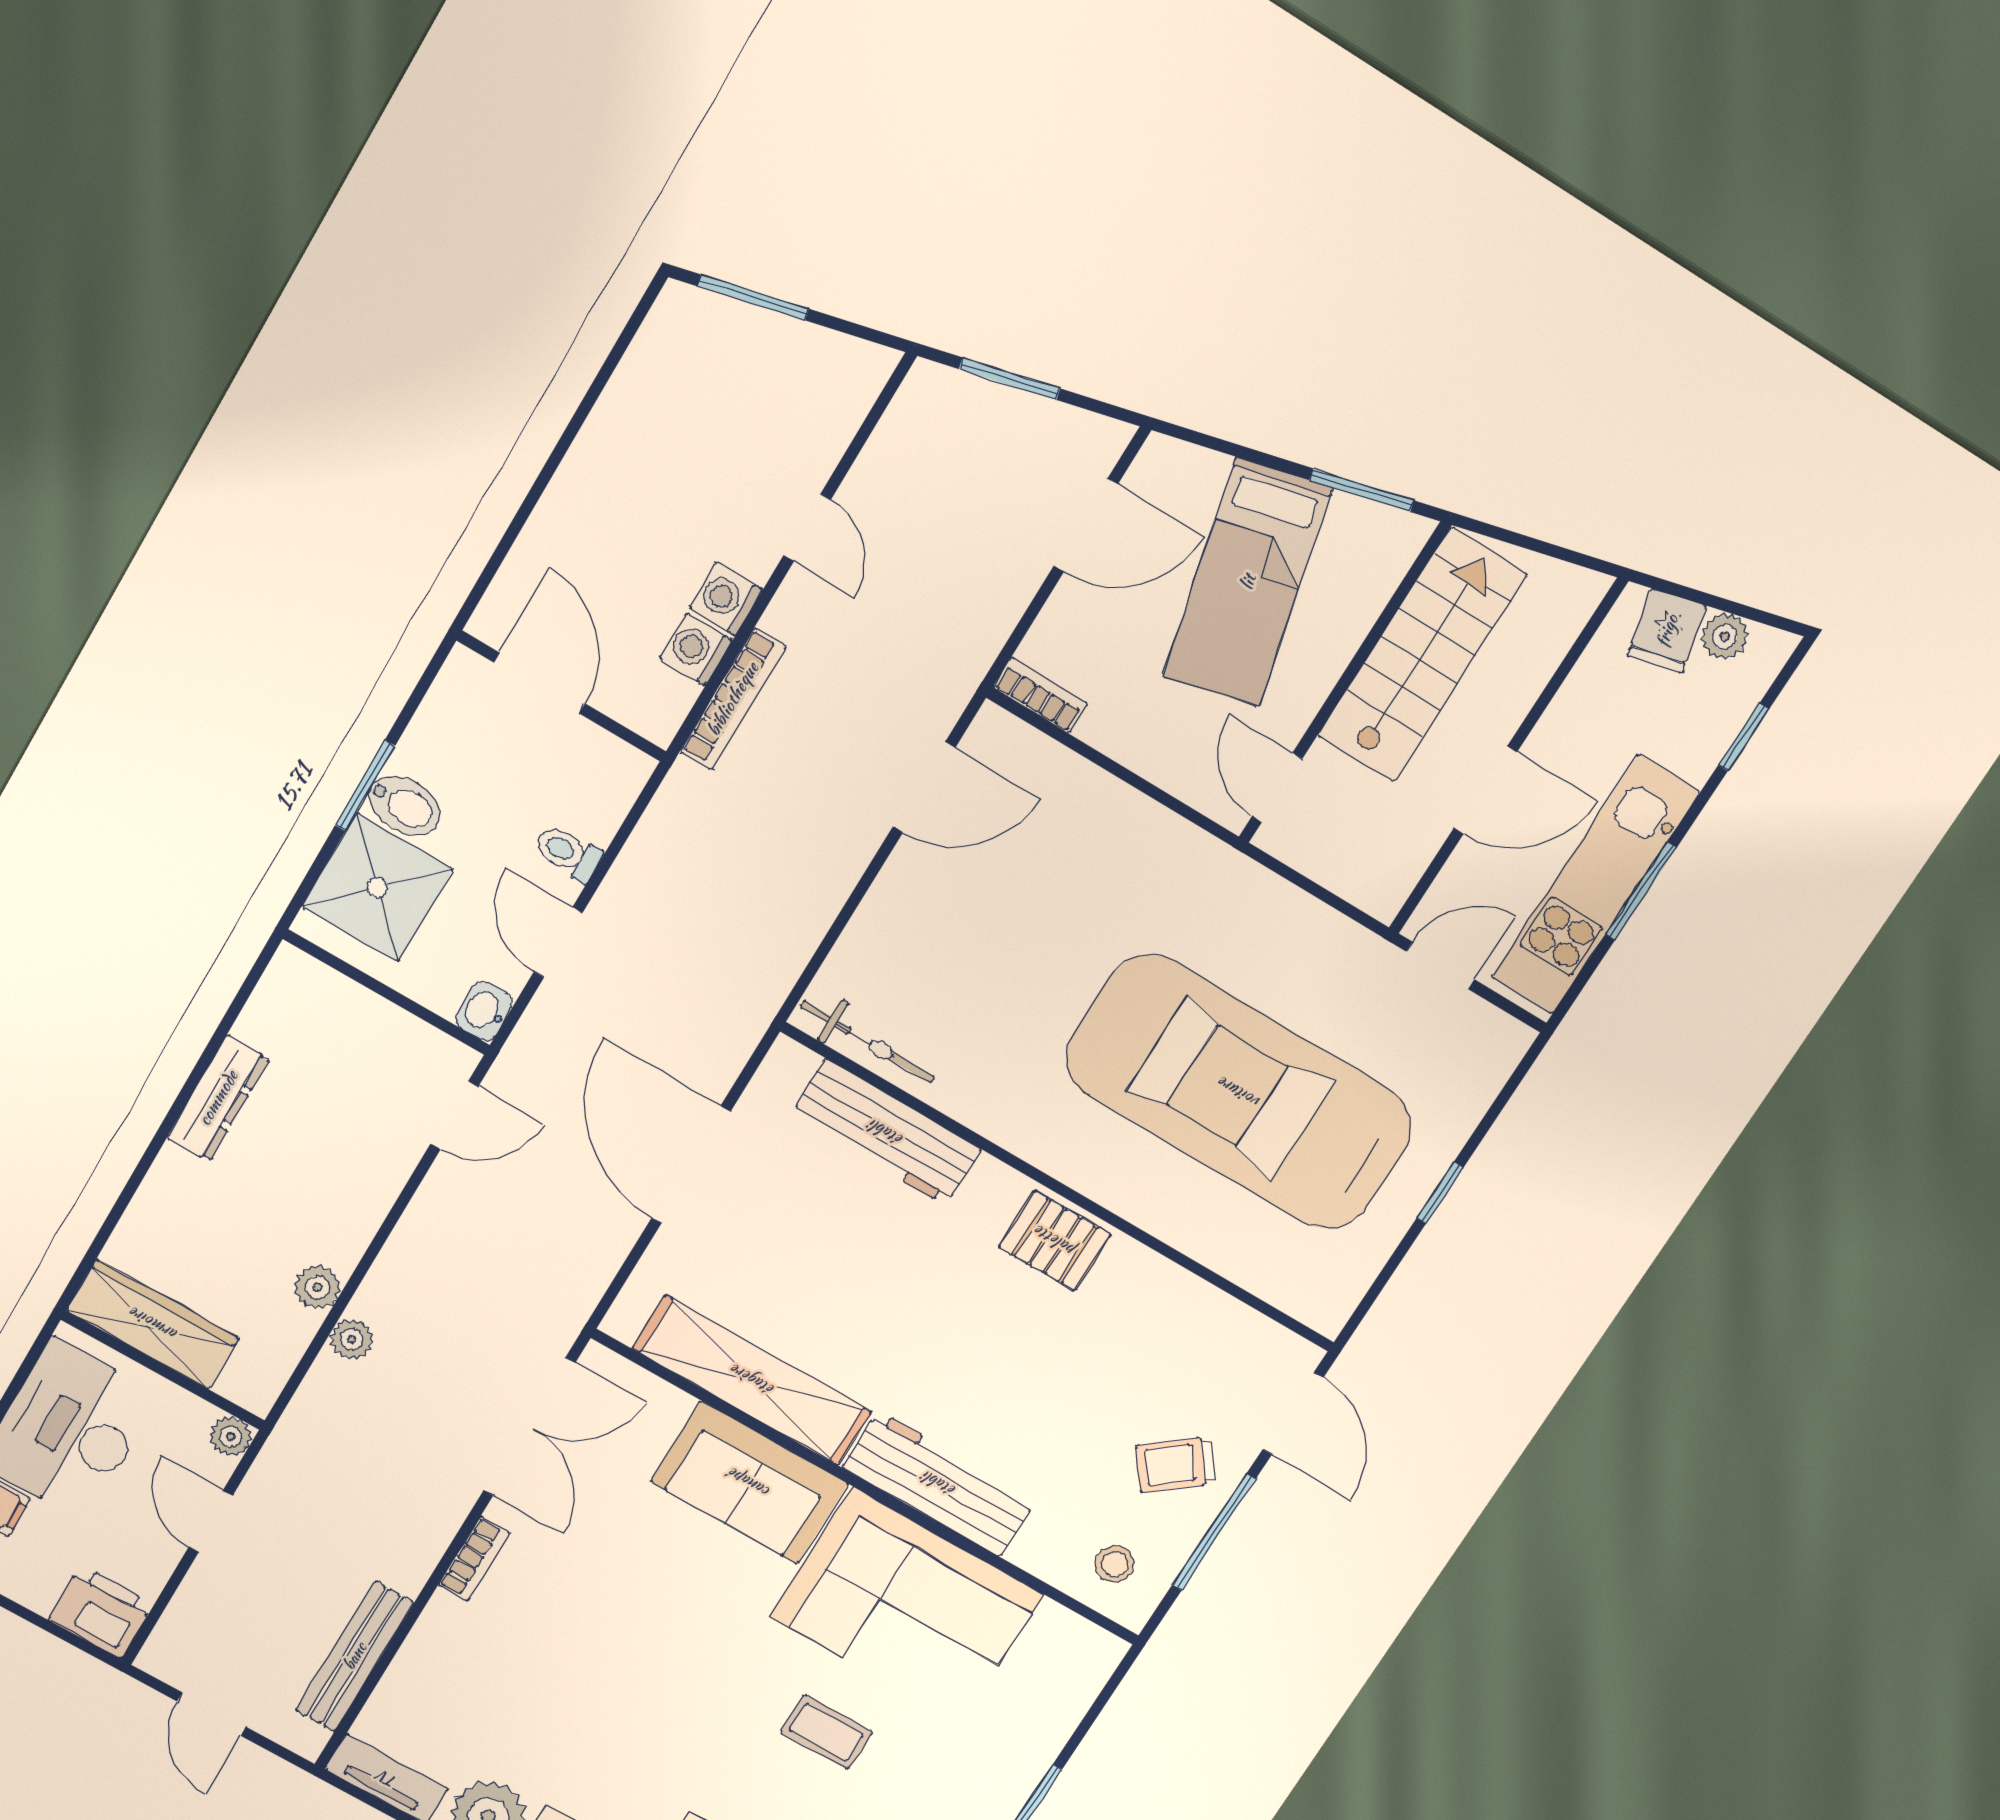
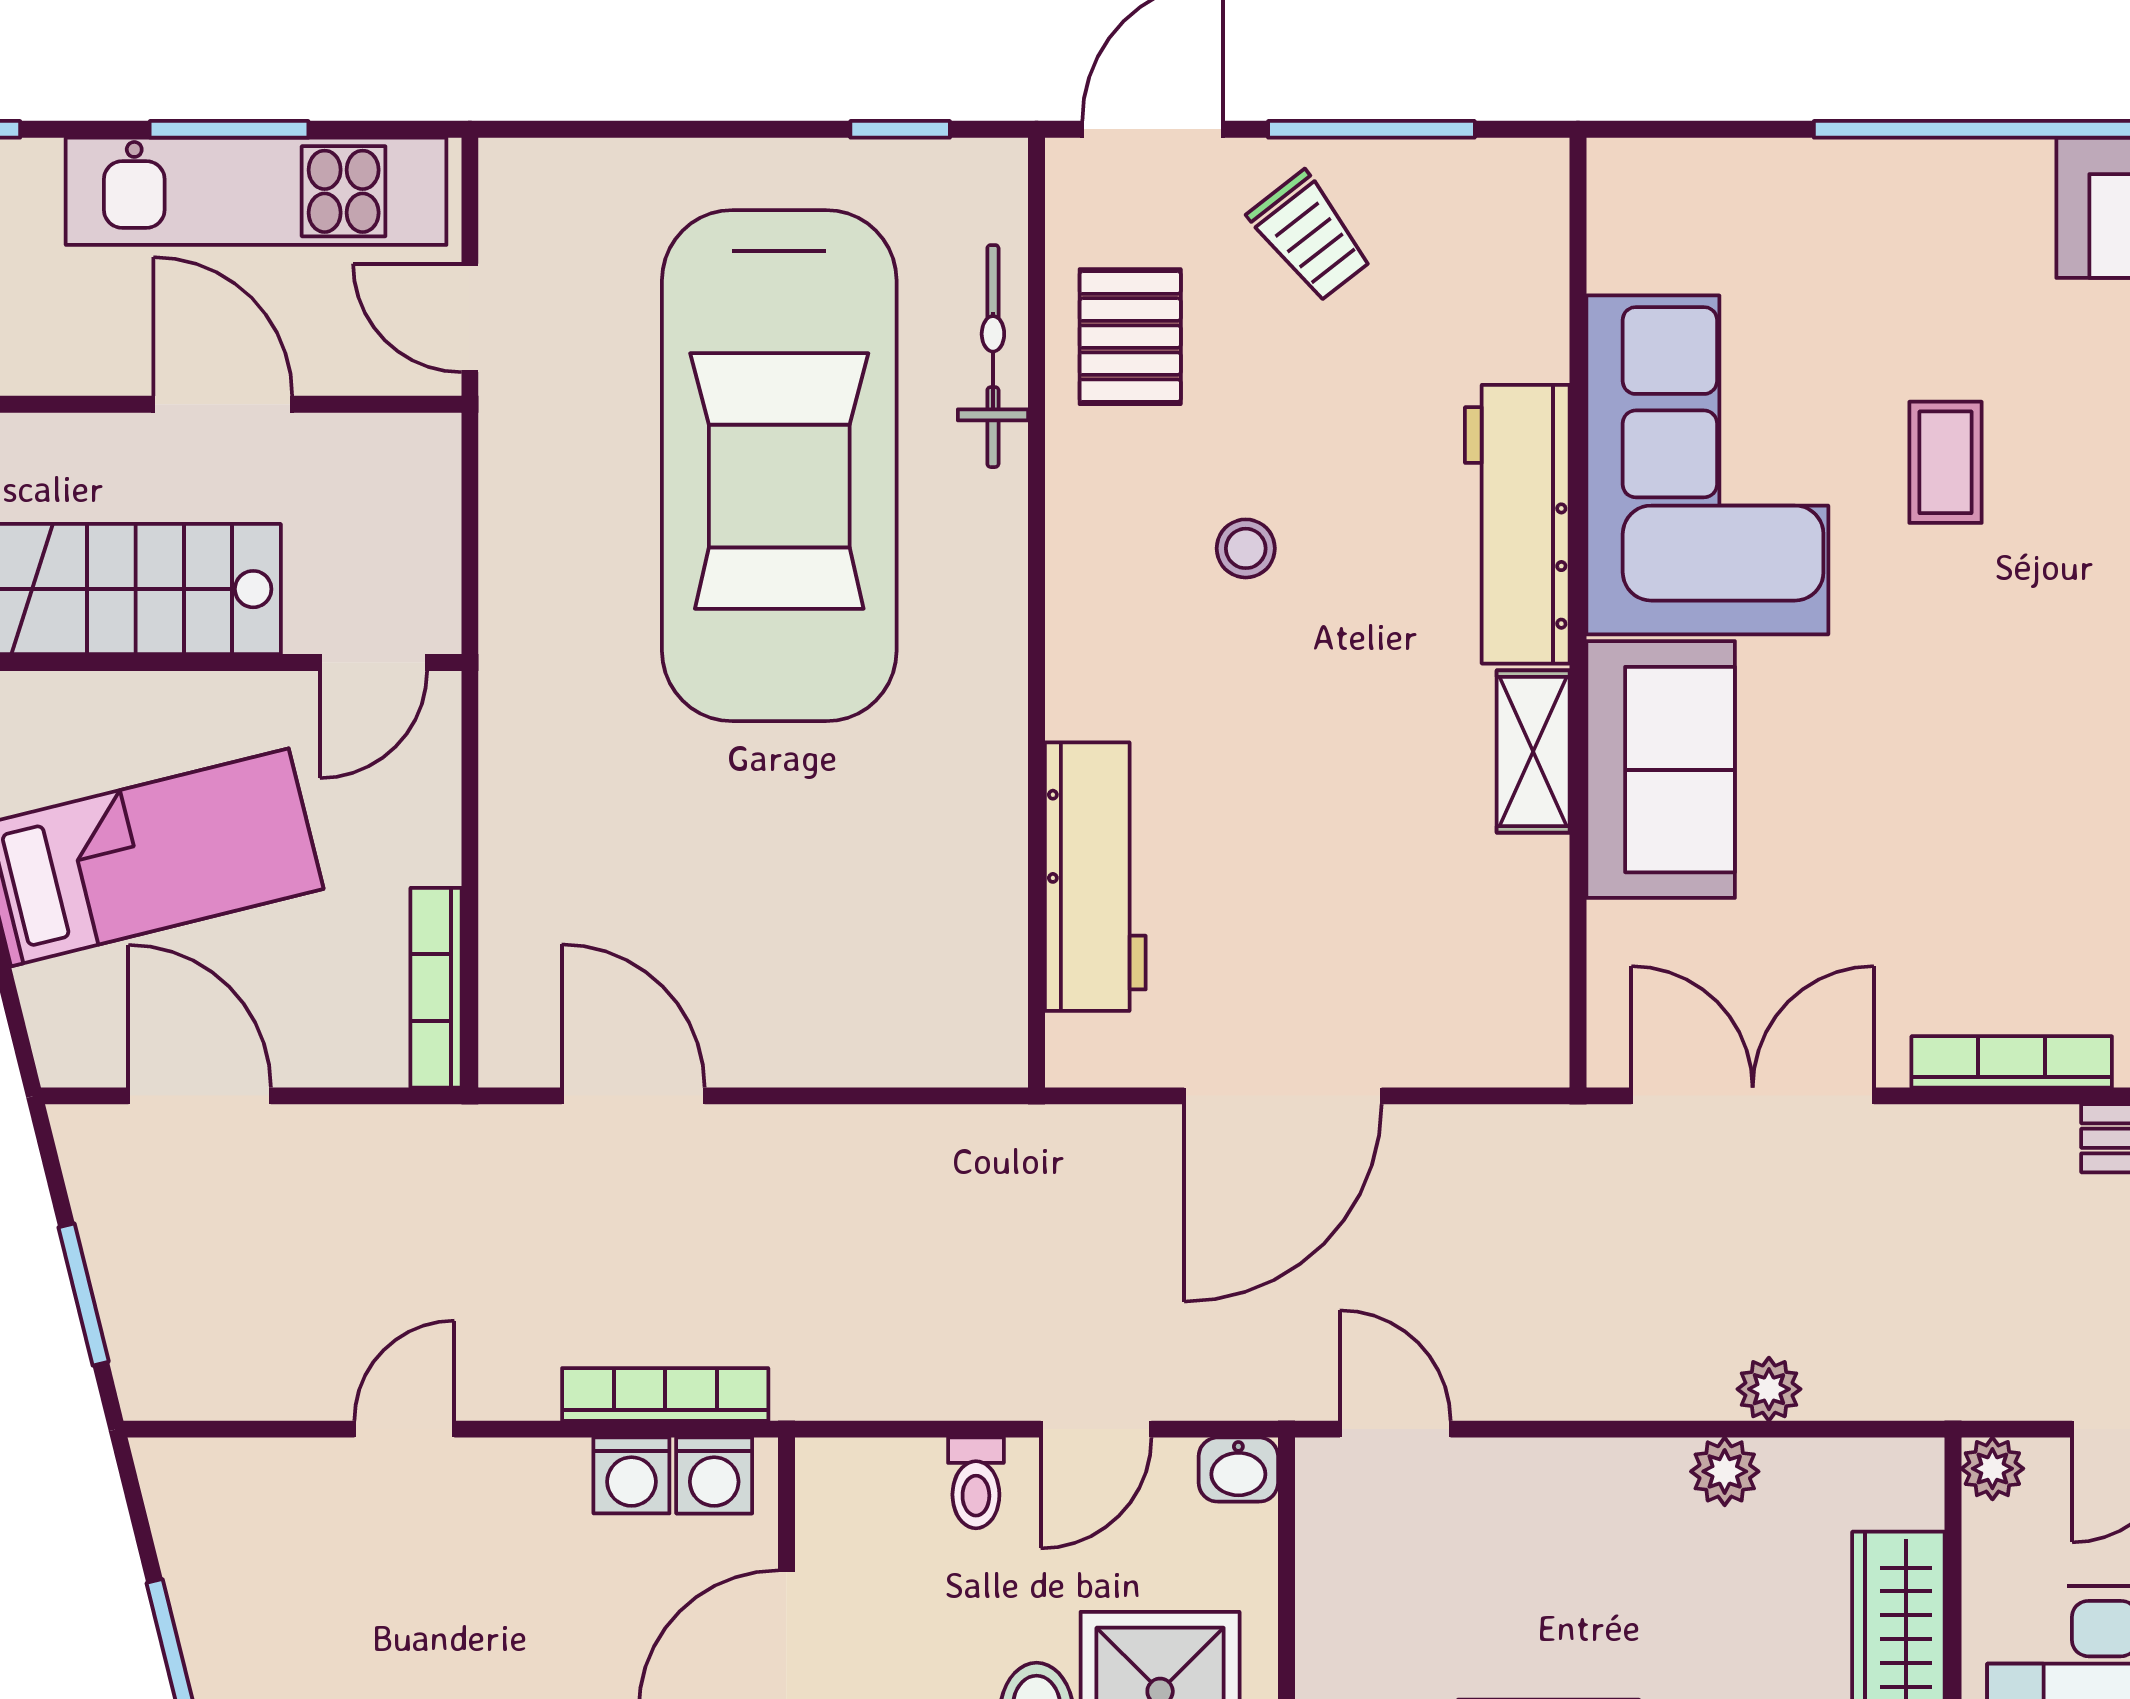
washing machine: (726, 599) -> (714, 1475), moved
bookcase: (1040, 695) -> (436, 988), width x1.56
bicycle: (868, 1042) -> (993, 356), moved
window: (1440, 1193) -> (900, 129), moved
pallet: (1055, 1241) -> (1130, 337), moved
shelving: (752, 1380) -> (1533, 751), width x0.45, depth x0.75
bookcase: (474, 1559) -> (2012, 1062), width x1.56
stool: (1114, 1564) -> (1246, 548), moved

